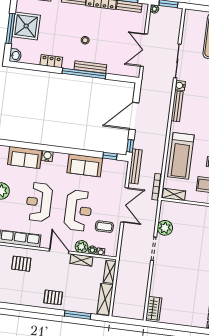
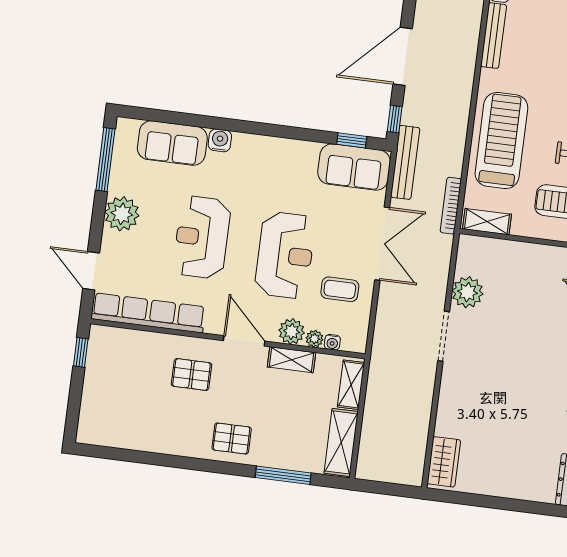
treadmill: (181, 156) -> (501, 141), turned 180
sofa: (85, 165) -> (354, 167), moved
pallet: (21, 264) -> (192, 374), moved

